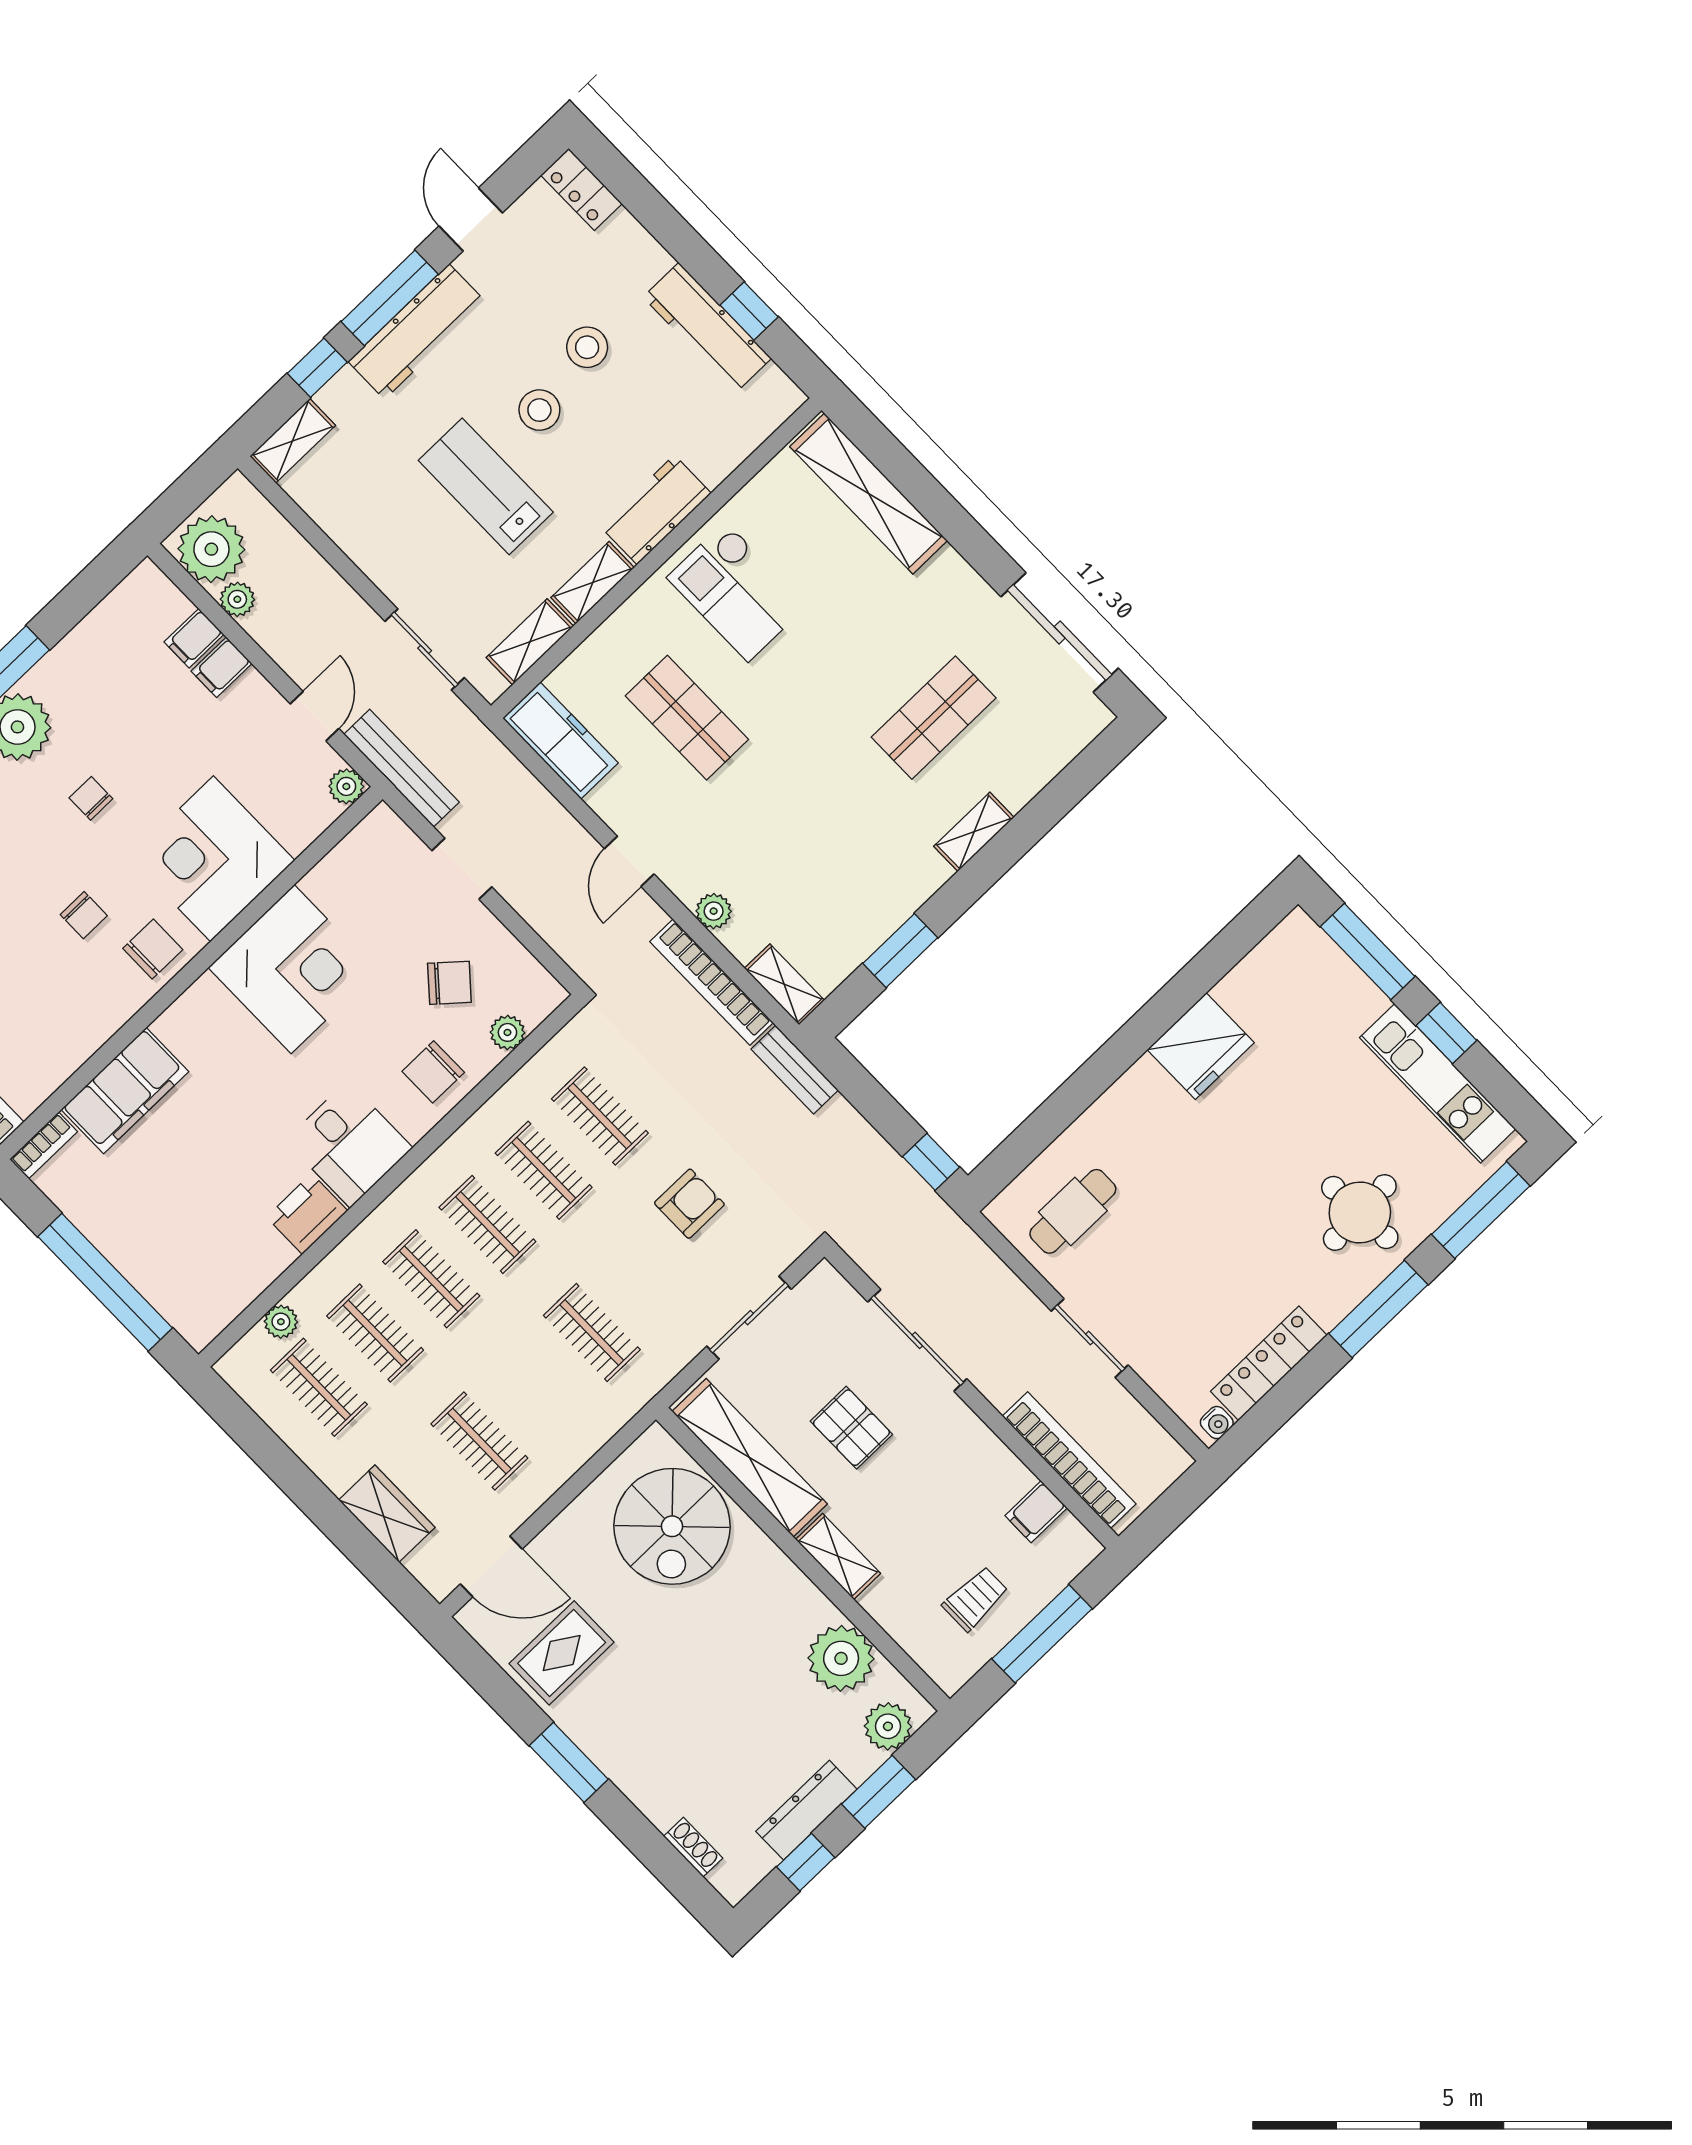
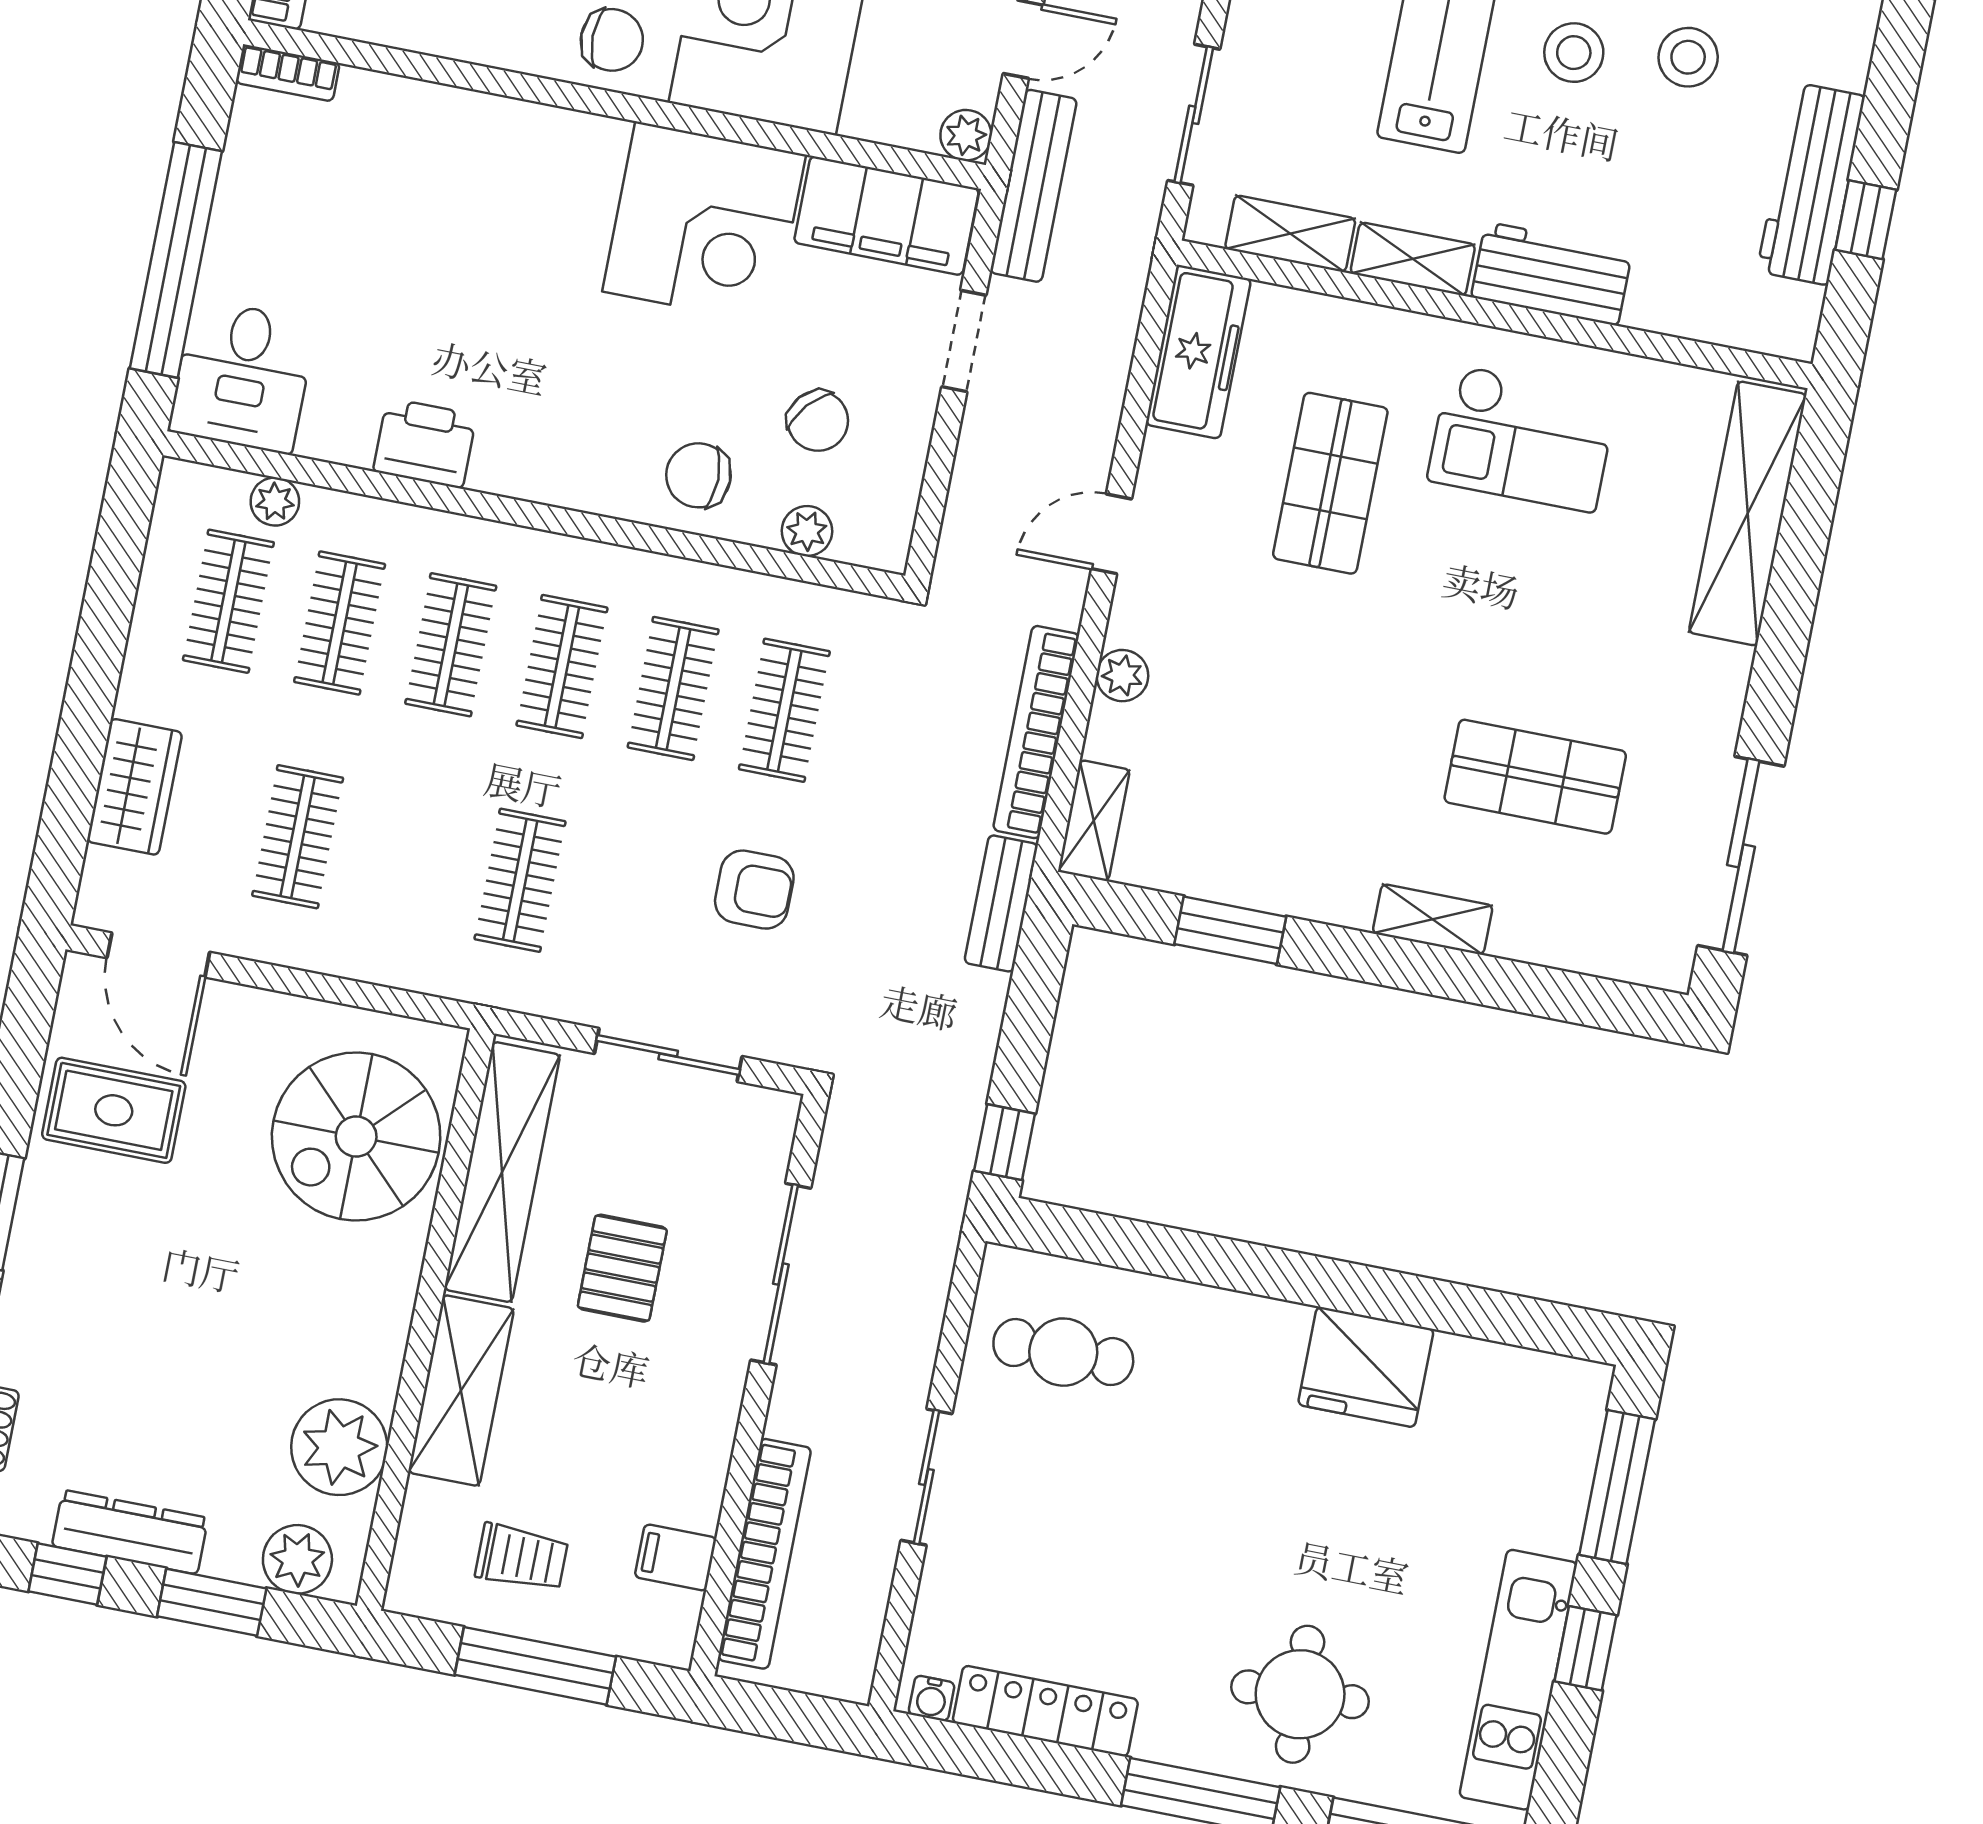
checkout: (737, 591) -> (1522, 438), turned -90
filing cabinet: (125, 1091) -> (886, 216), moved
desk: (349, 1144) -> (242, 376), moved
shelving: (838, 1556) -> (461, 1391), width x1.50, depth x1.33

